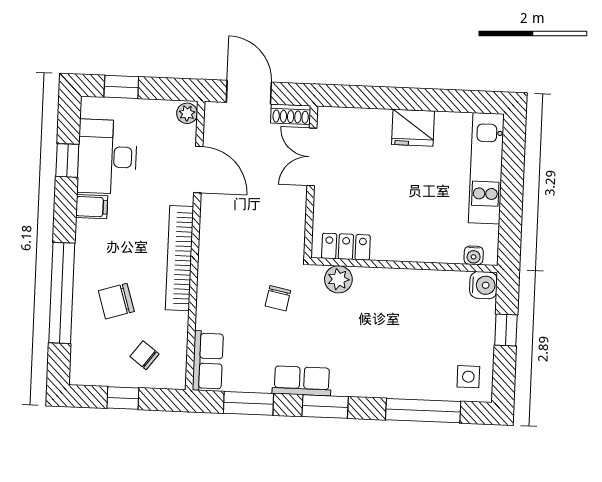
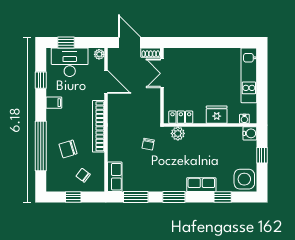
fridge: (413, 128) -> (217, 115), moved, turned 180
desk: (107, 157) -> (70, 62), moved, turned 90
side table: (468, 377) -> (244, 179), width x1.87, depth x1.87
row of seats: (302, 381) -> (201, 185), moved
window: (423, 411) -> (223, 197), width x0.46

